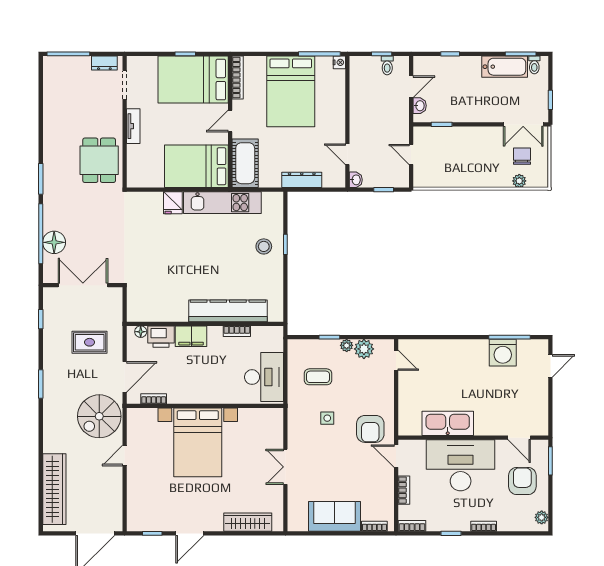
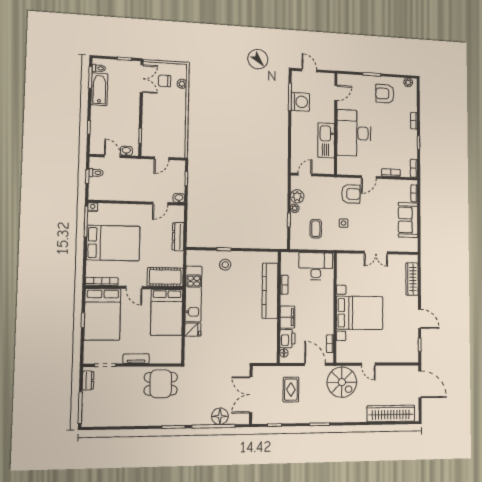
kitchen sink: (448, 423) -> (326, 140), moved
wall: (473, 438) -> (336, 124), moved
door: (519, 438) -> (336, 93), moved
desk: (461, 465) -> (354, 133), moved

